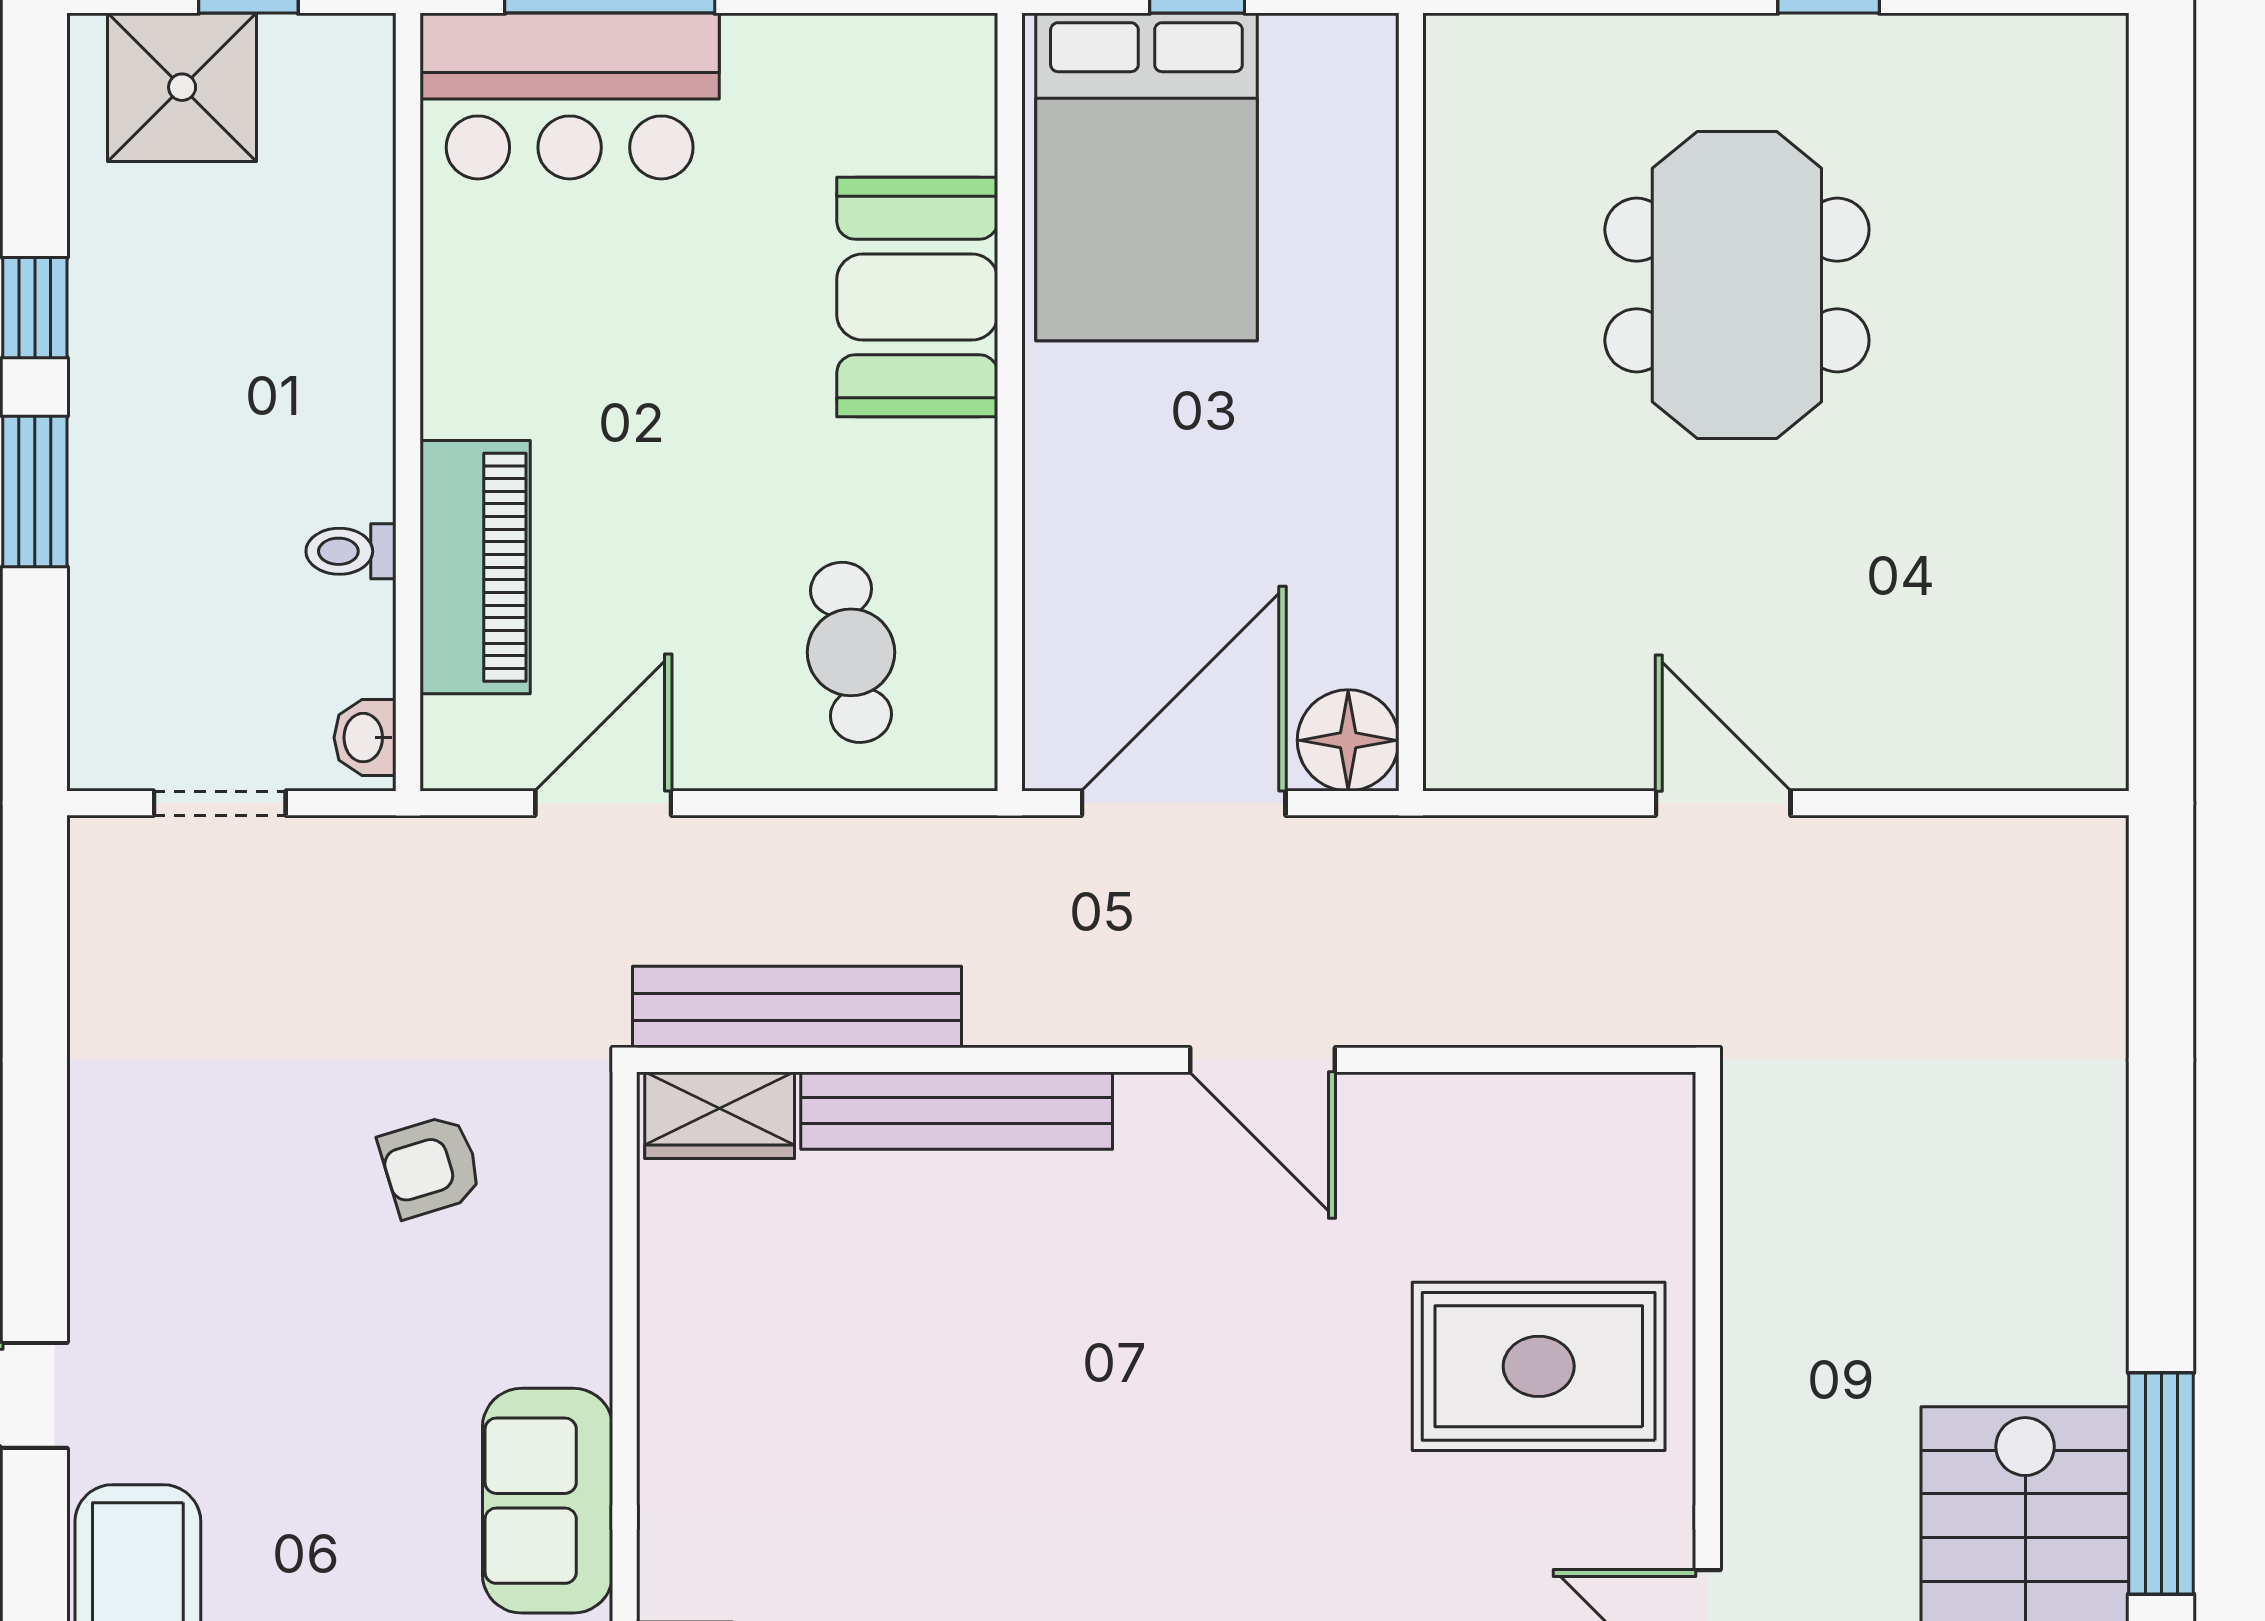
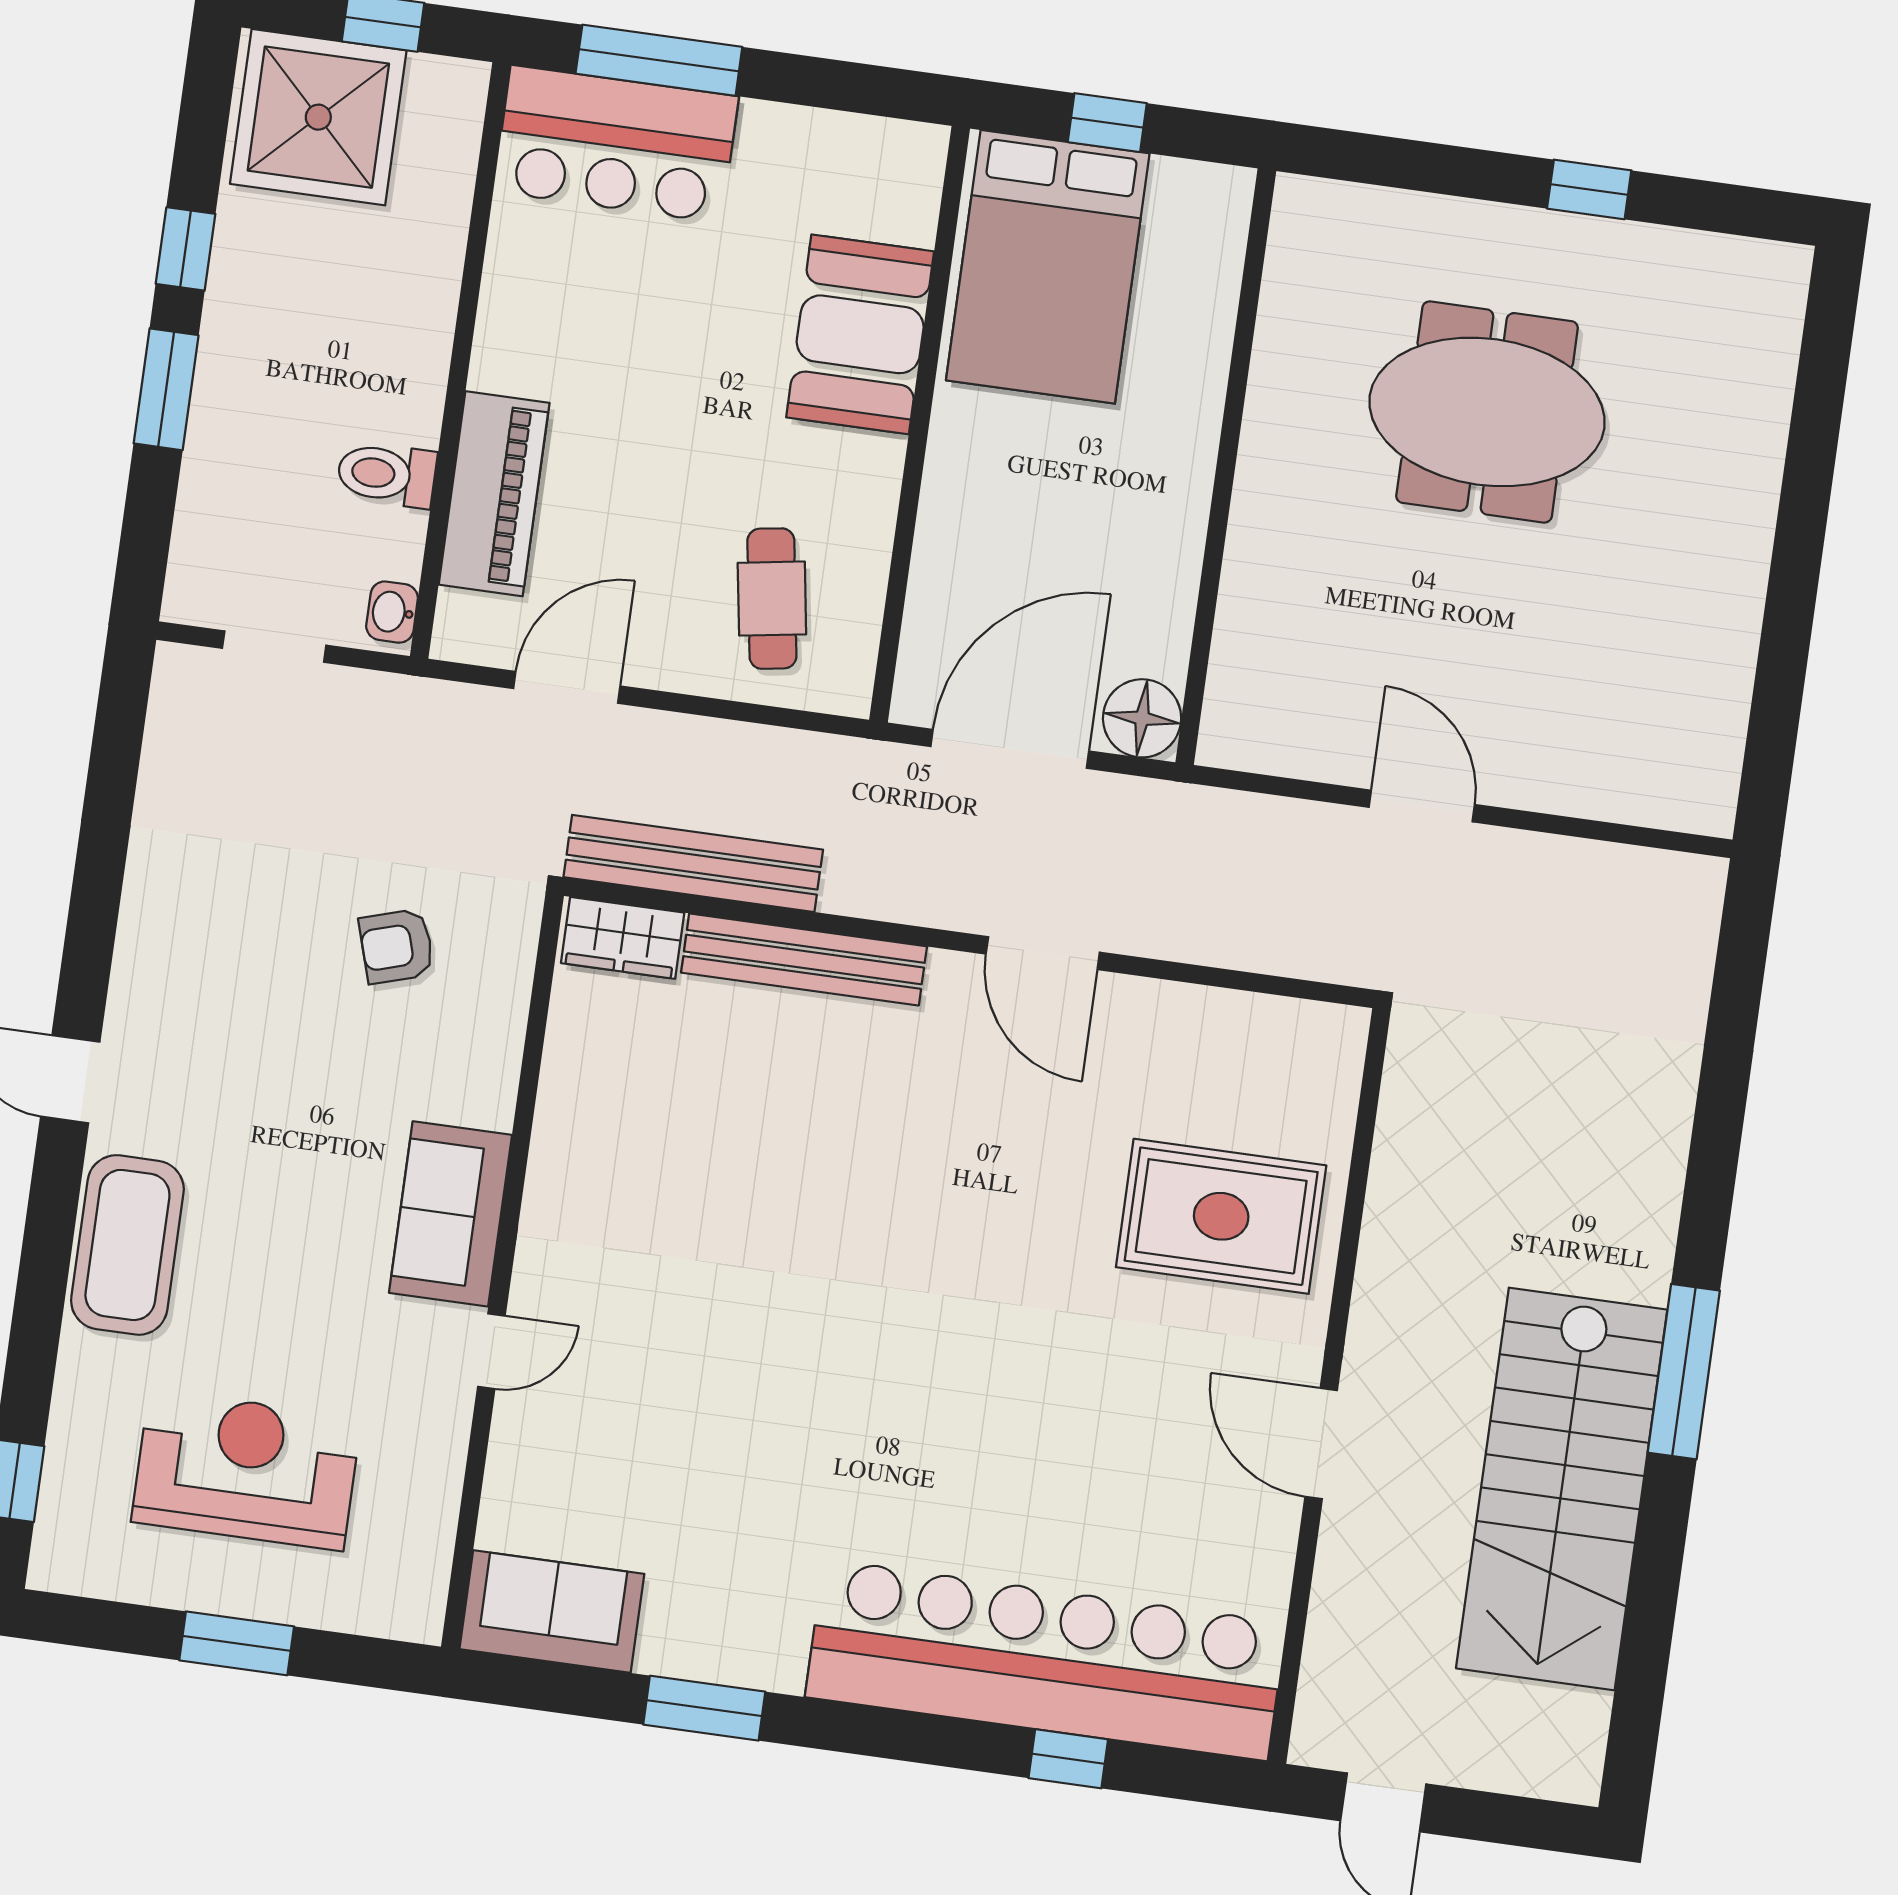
shower: (182, 87) -> (318, 117), width x1.37, depth x1.37
meeting table: (1737, 285) -> (1487, 412), turned 90
toilet: (351, 551) -> (387, 474), width x1.37, depth x1.39

